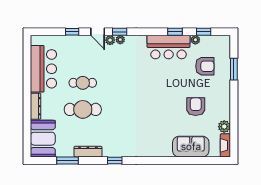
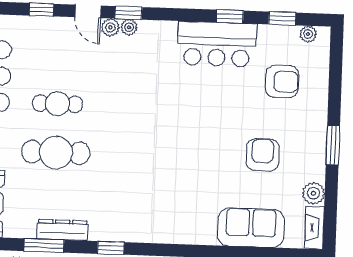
plant: (195, 40) -> (308, 34), moved
window: (234, 69) -> (333, 145), moved
window: (68, 160) -> (44, 246), moved

